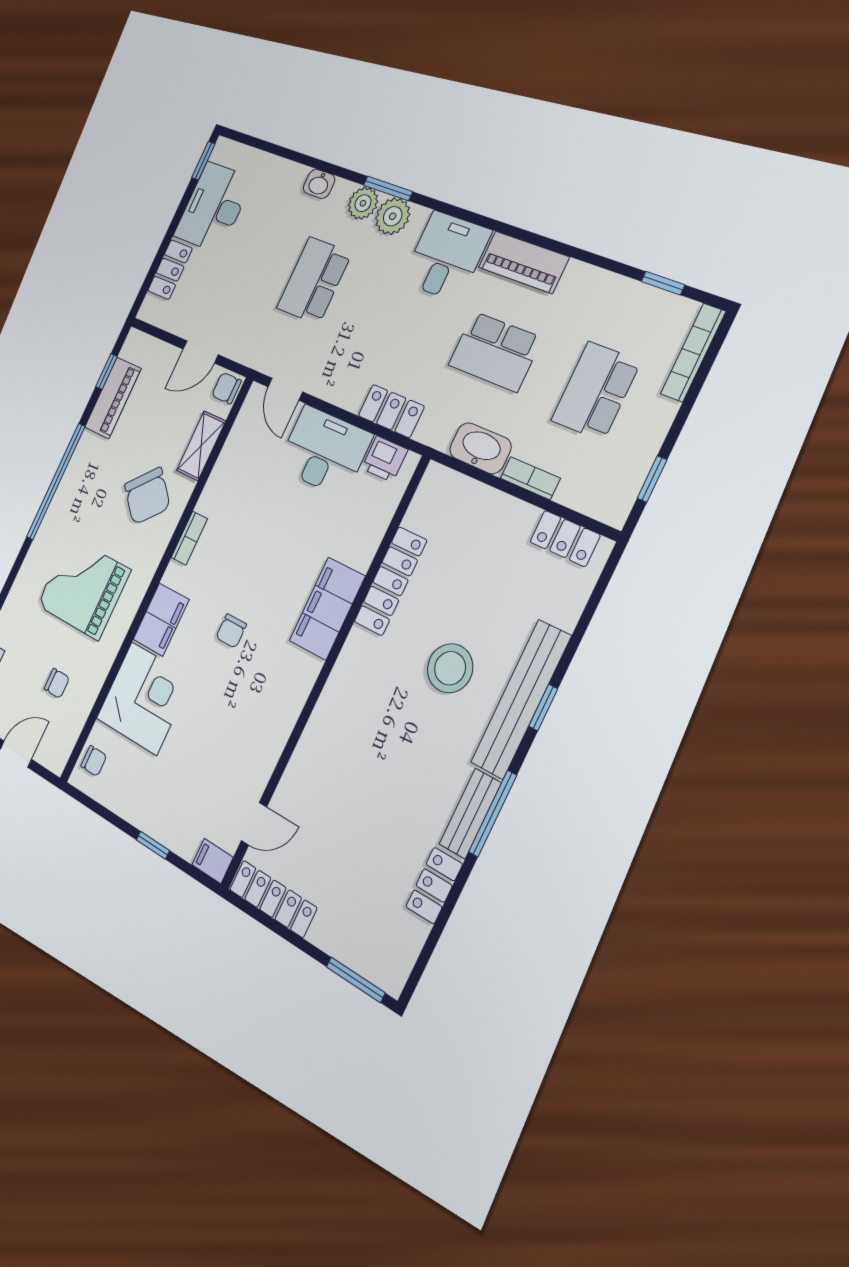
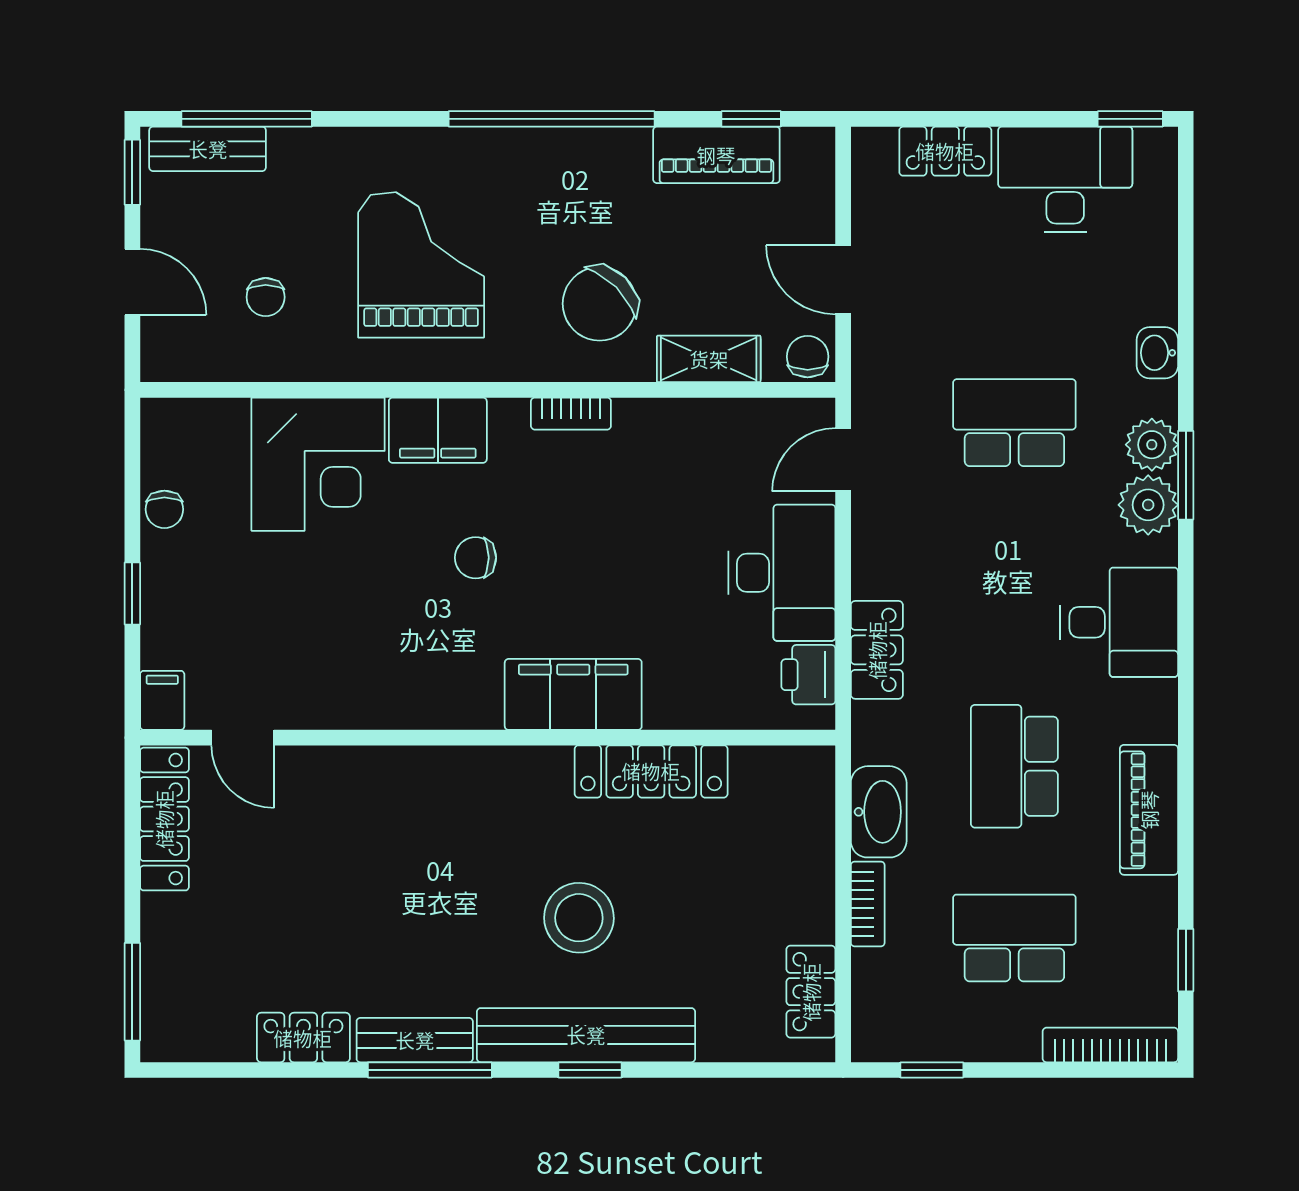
piano: (524, 262) -> (1149, 810), moved
chair: (94, 761) -> (164, 509), moved

